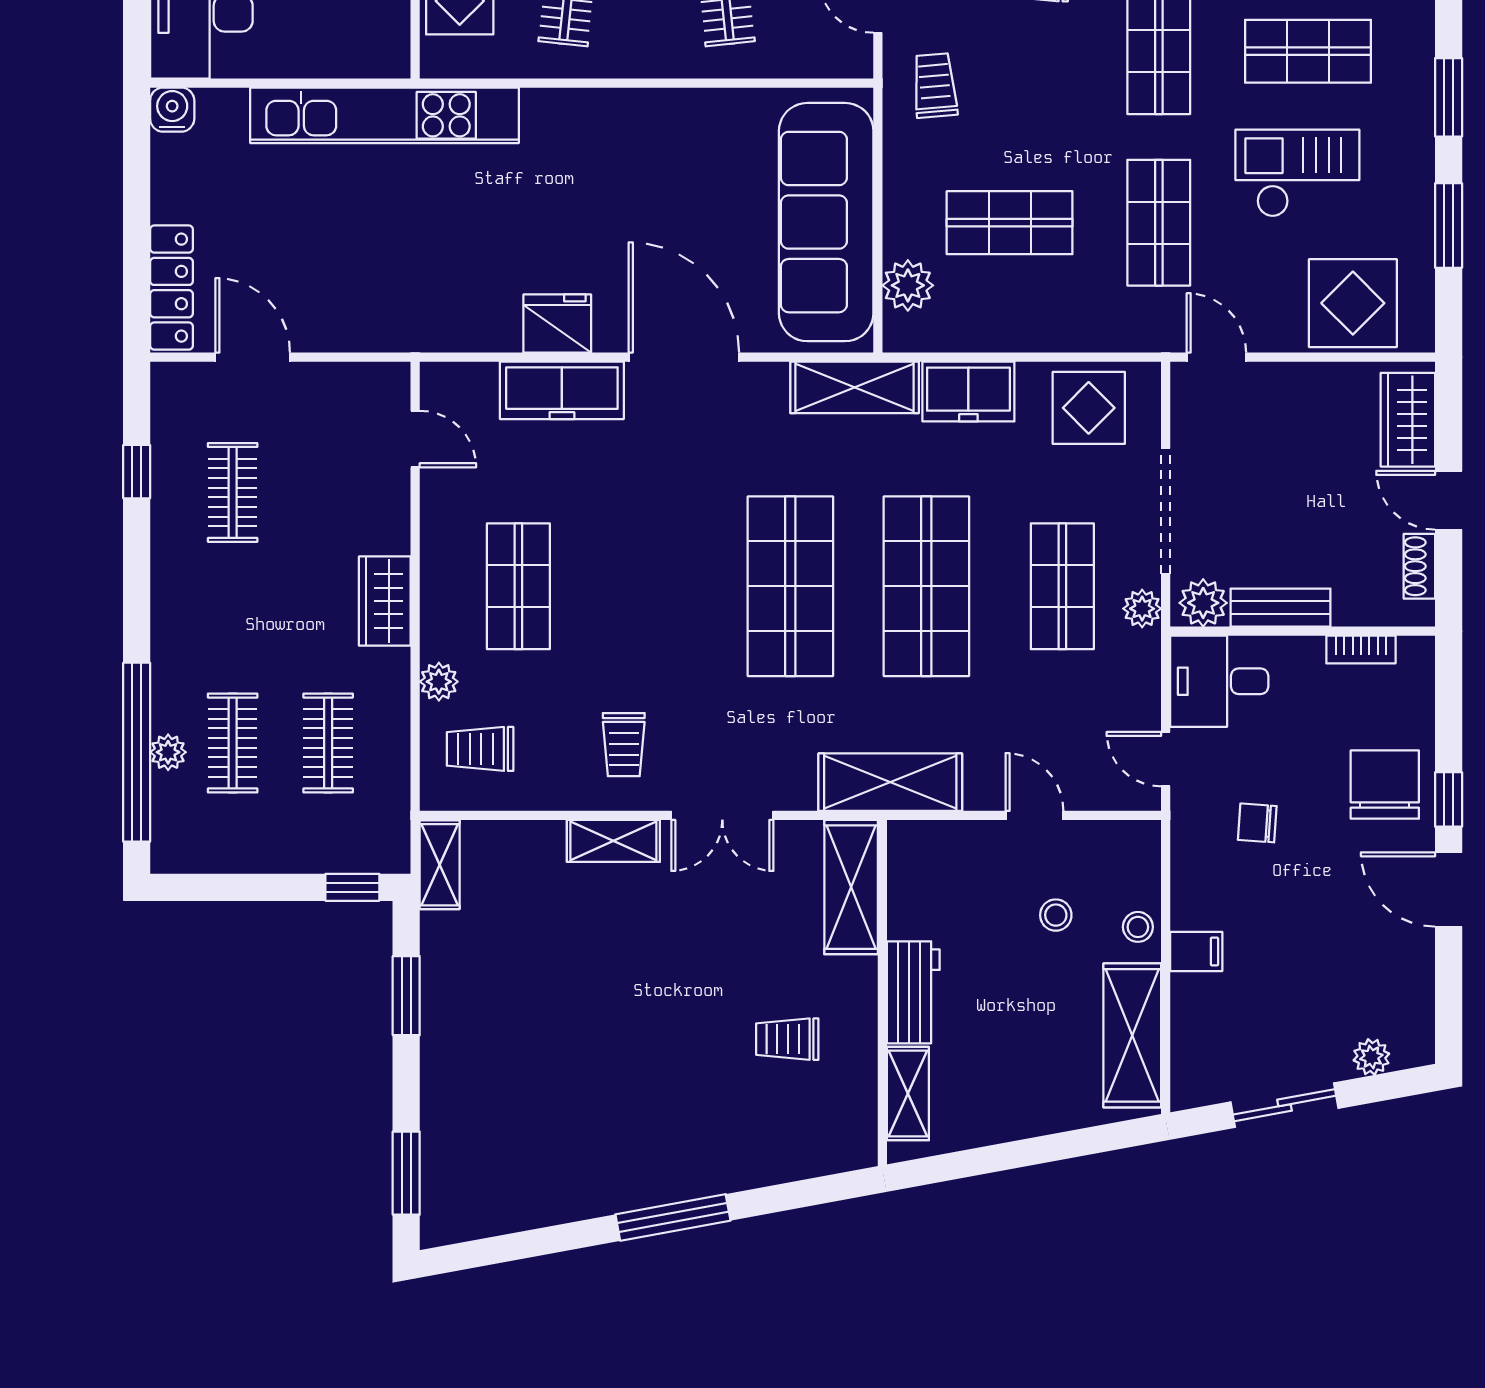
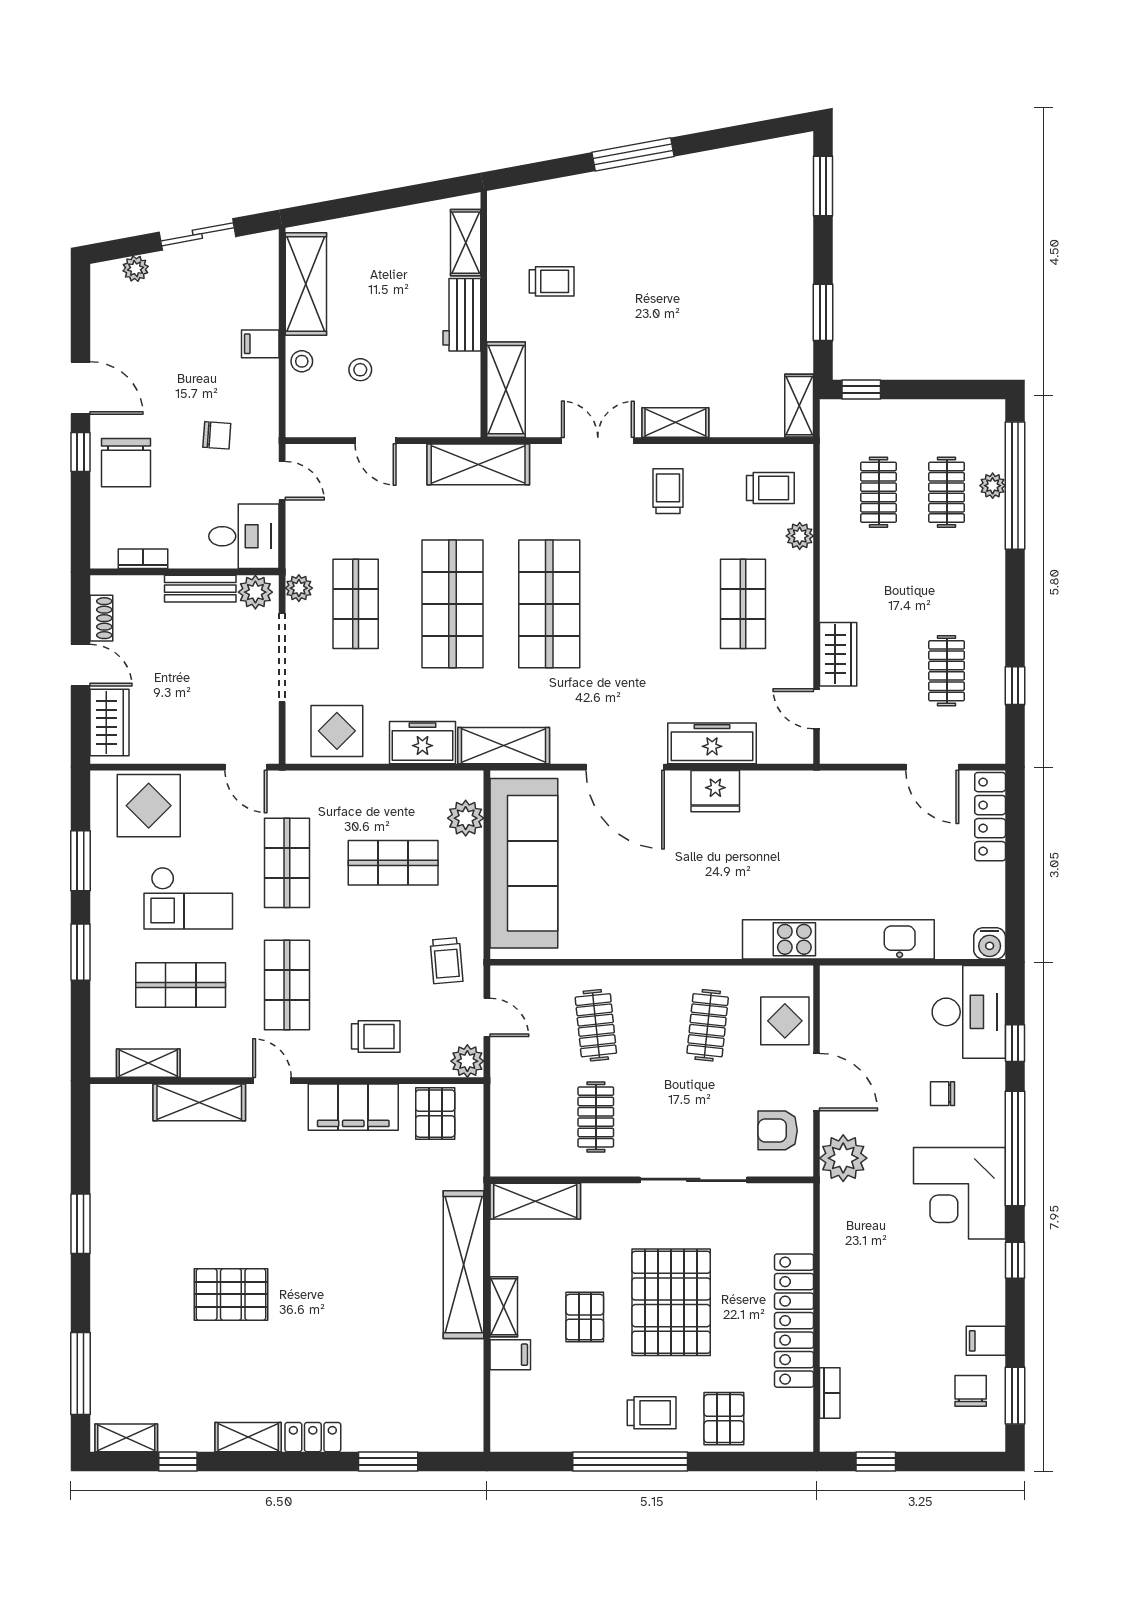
wardrobe: (385, 601) -> (838, 654), moved

